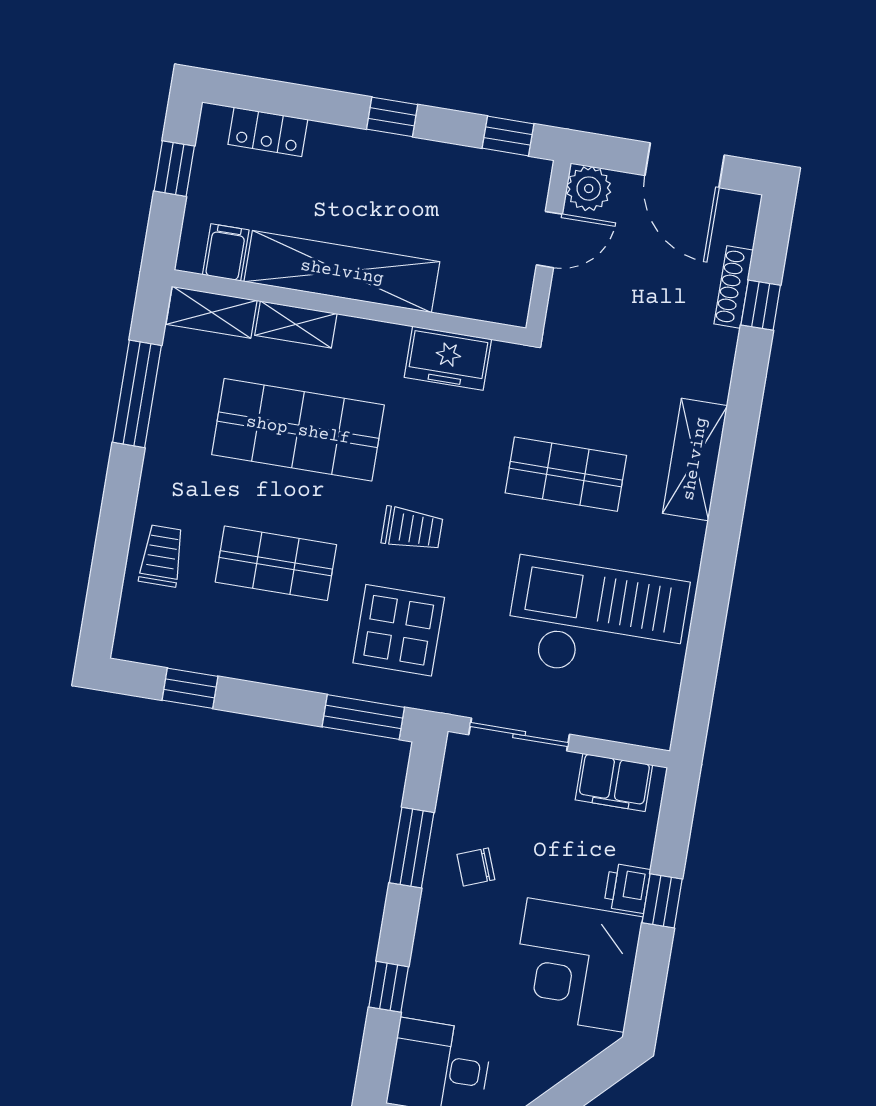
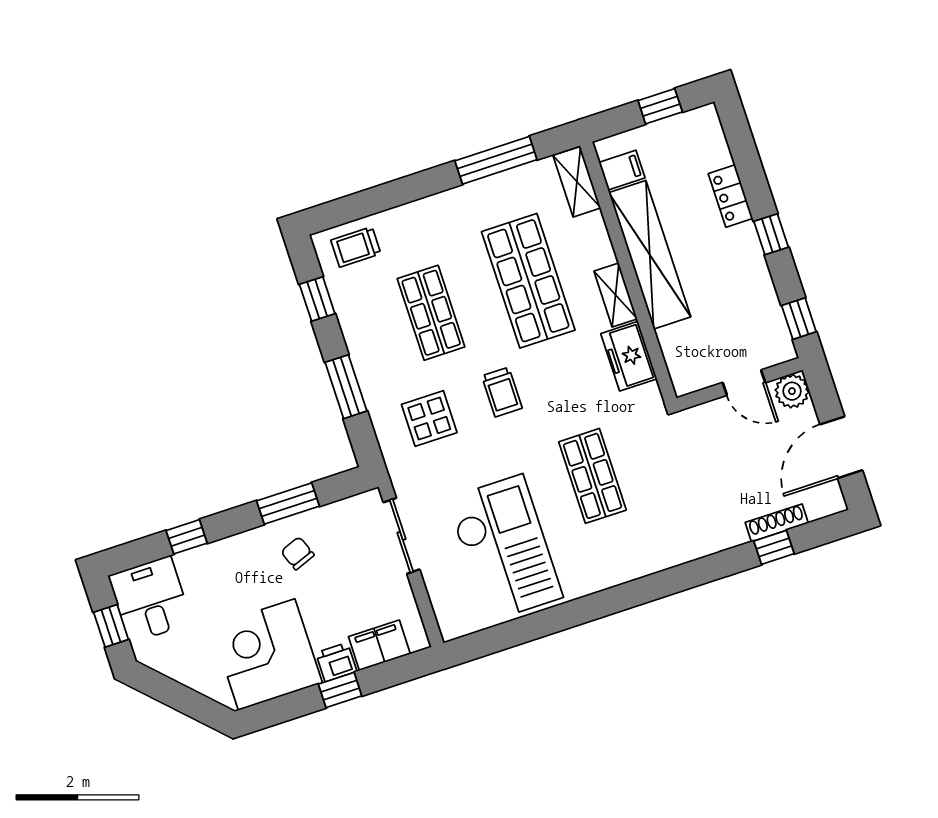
locker: (268, 132) -> (731, 196), moved
shelving: (296, 324) -> (616, 295), moved
shelving: (695, 459) -> (648, 557), removed
trolley: (162, 556) -> (356, 247), moved, turned 180
display table: (399, 630) -> (429, 419), width x0.73, depth x0.73
window: (363, 717) -> (346, 387), moved
filing cabinet: (614, 782) -> (379, 645), moved, turned 90

